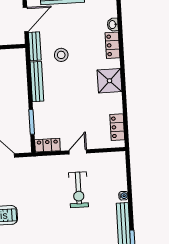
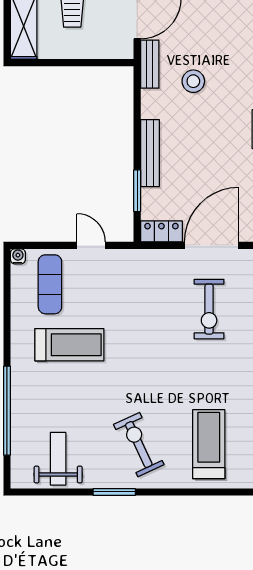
bench: (37, 82) -> (150, 153), moved
door: (78, 152) -> (212, 245), width x1.88

